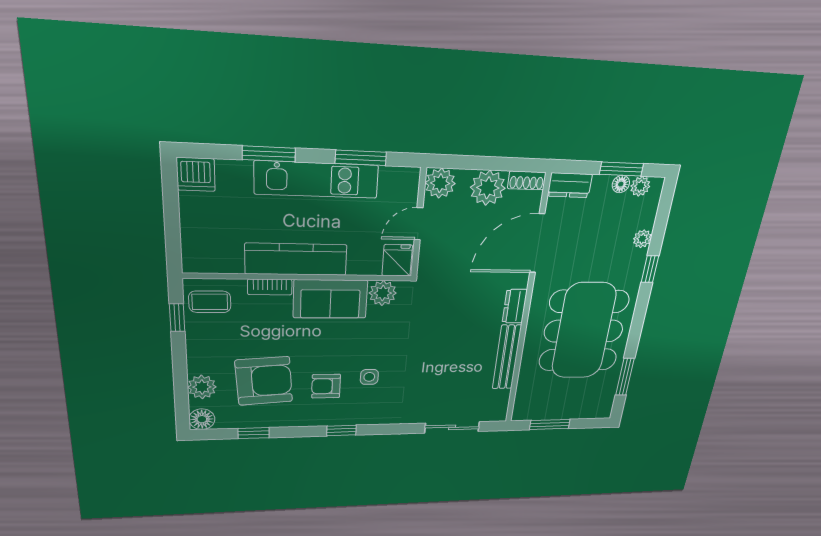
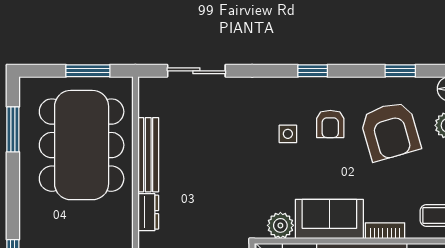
dining table: (584, 331) -> (82, 145), moved
armchair: (264, 381) -> (390, 131), turned -102
armchair: (326, 386) -> (330, 124), turned 90

